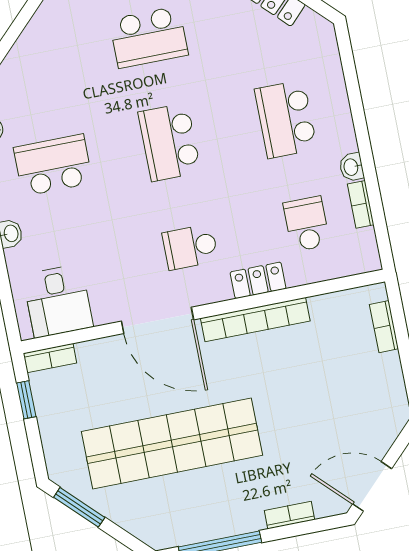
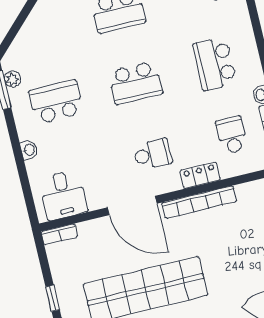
school desk: (169, 142) -> (135, 83), turned -90
school desk: (190, 247) -> (153, 154), turned 180
window: (26, 400) -> (53, 298), moved

